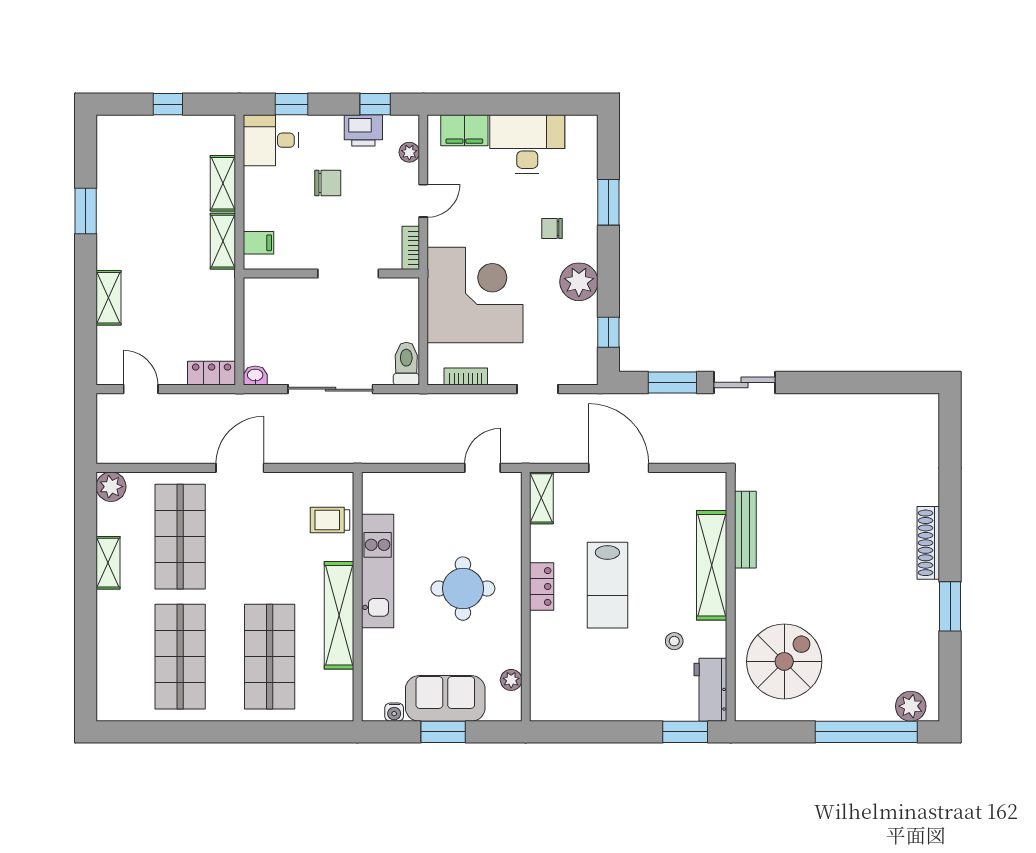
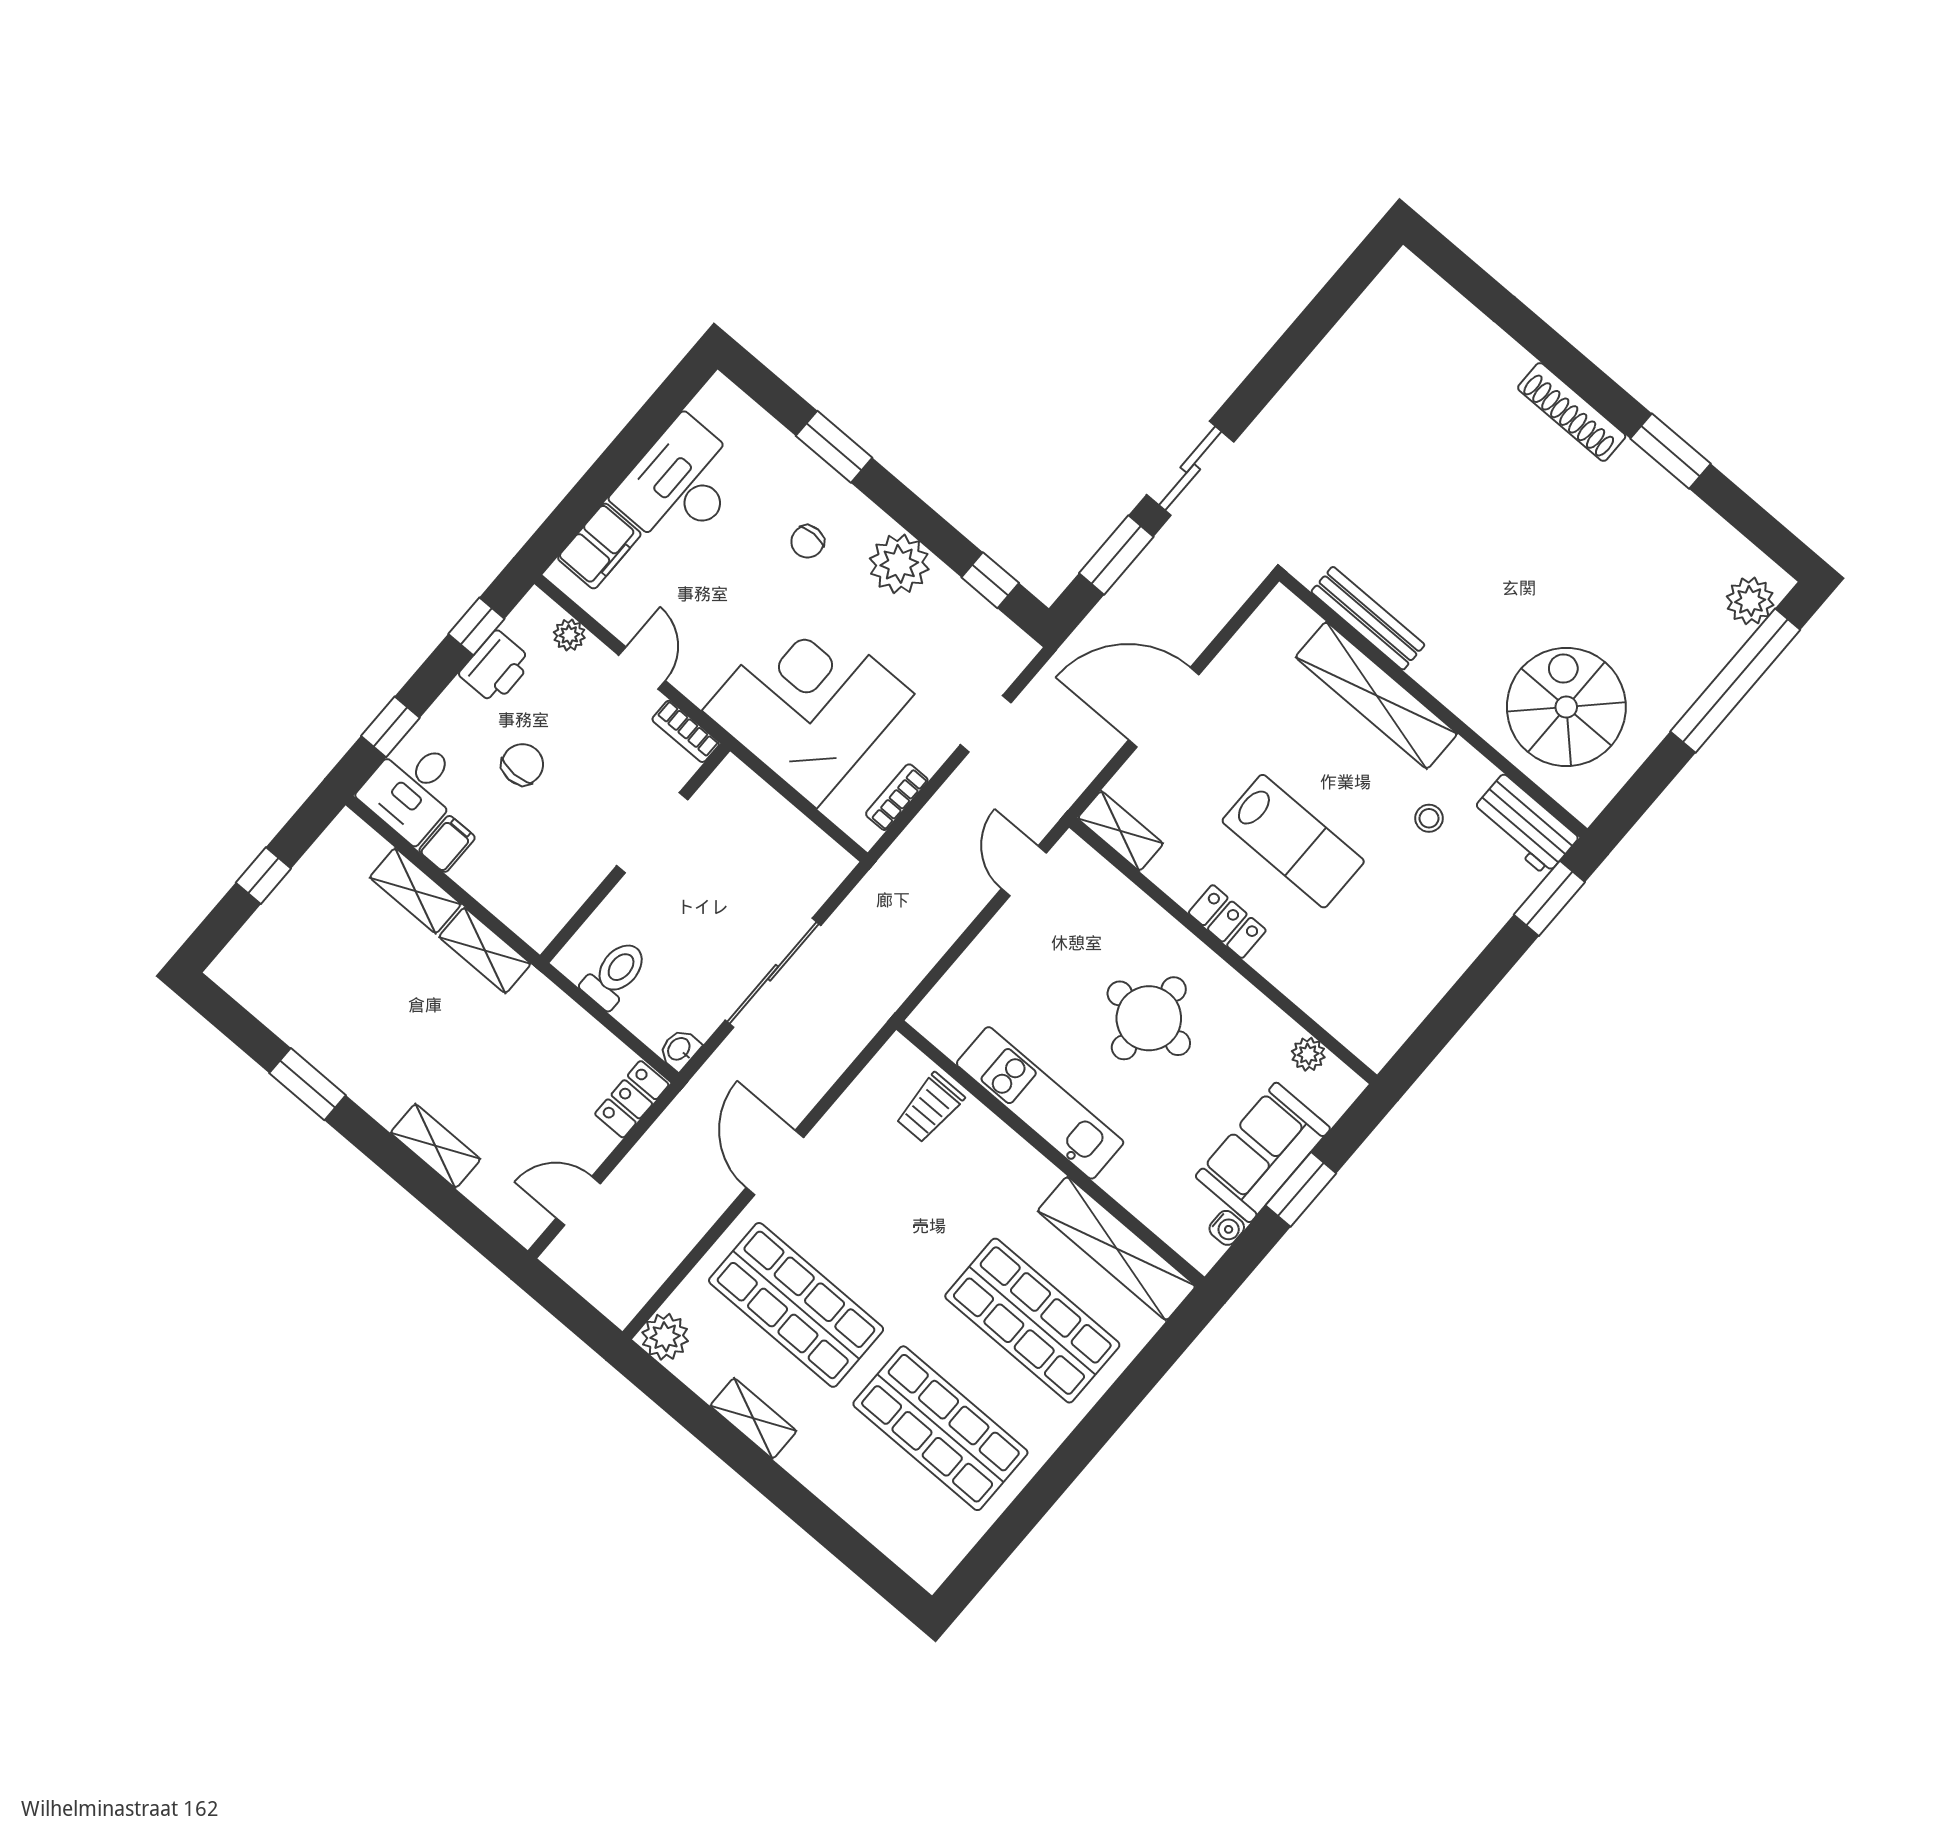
filing cabinet: (258, 243) -> (447, 844), moved
toilet: (406, 364) -> (615, 974), moved, turned 90
shelving: (339, 615) -> (1117, 1249), moved

